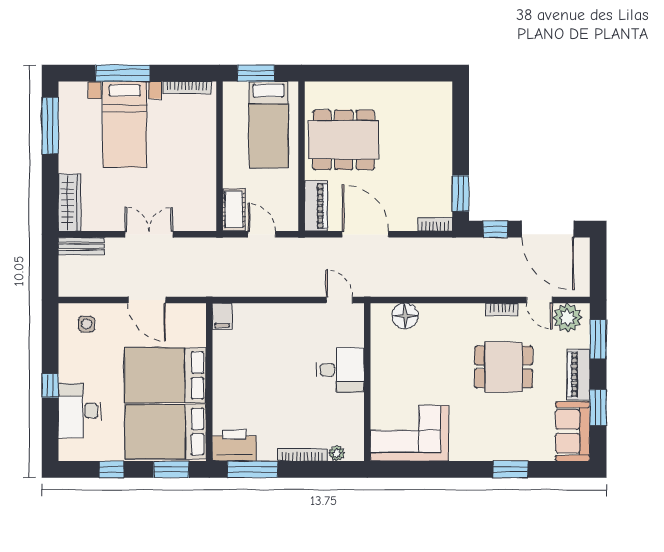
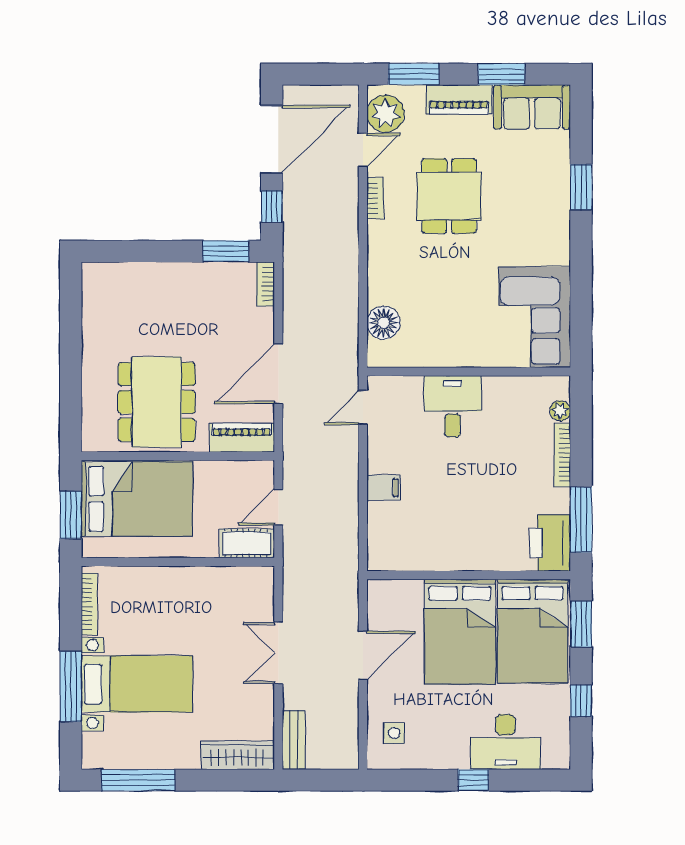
bed: (269, 124) -> (137, 499), width x1.50
filing cabinet: (222, 316) -> (384, 488), moved

